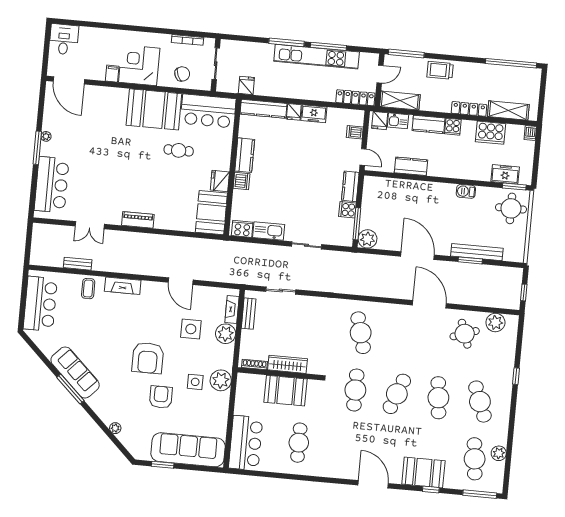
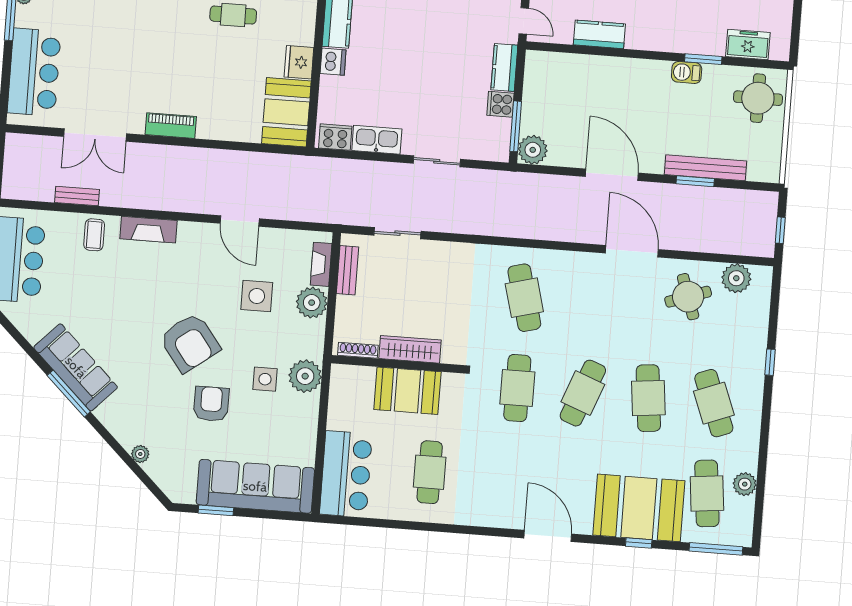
window: (514, 187) -> (703, 59), moved
double door: (90, 225) -> (95, 135), width x1.37
armchair: (148, 358) -> (190, 343), turned -37
booth: (423, 472) -> (639, 508), width x1.36, depth x1.42

